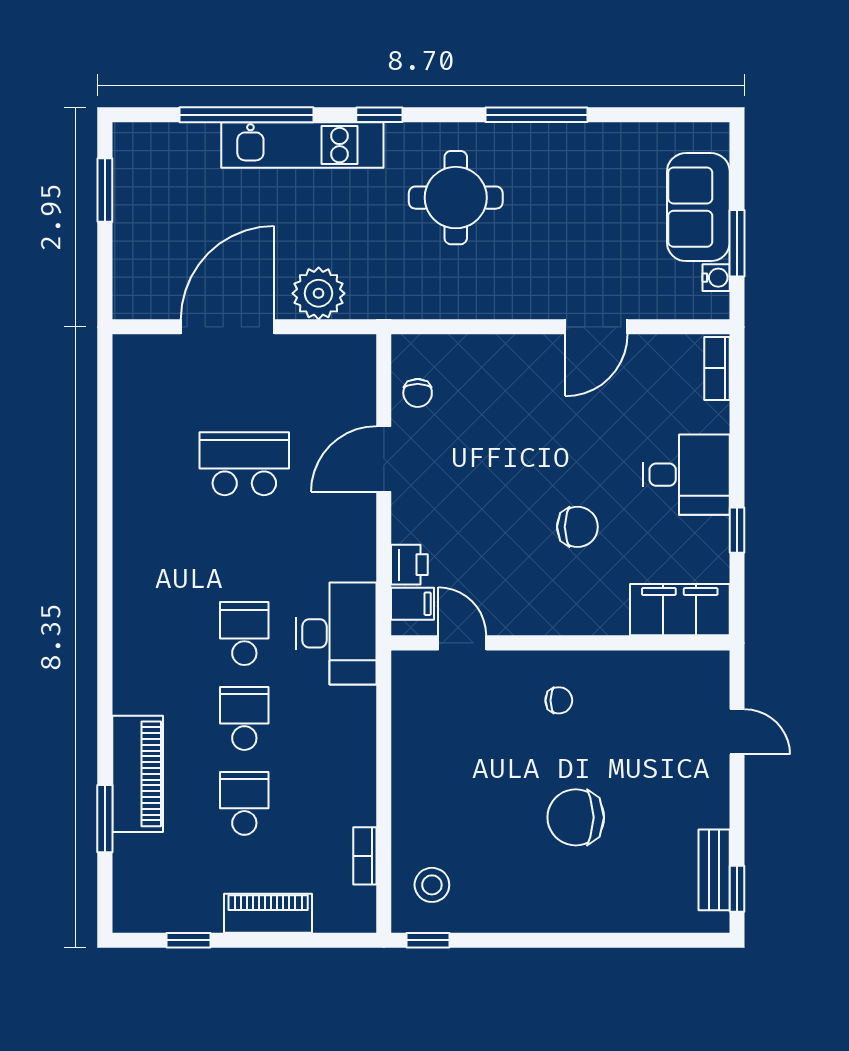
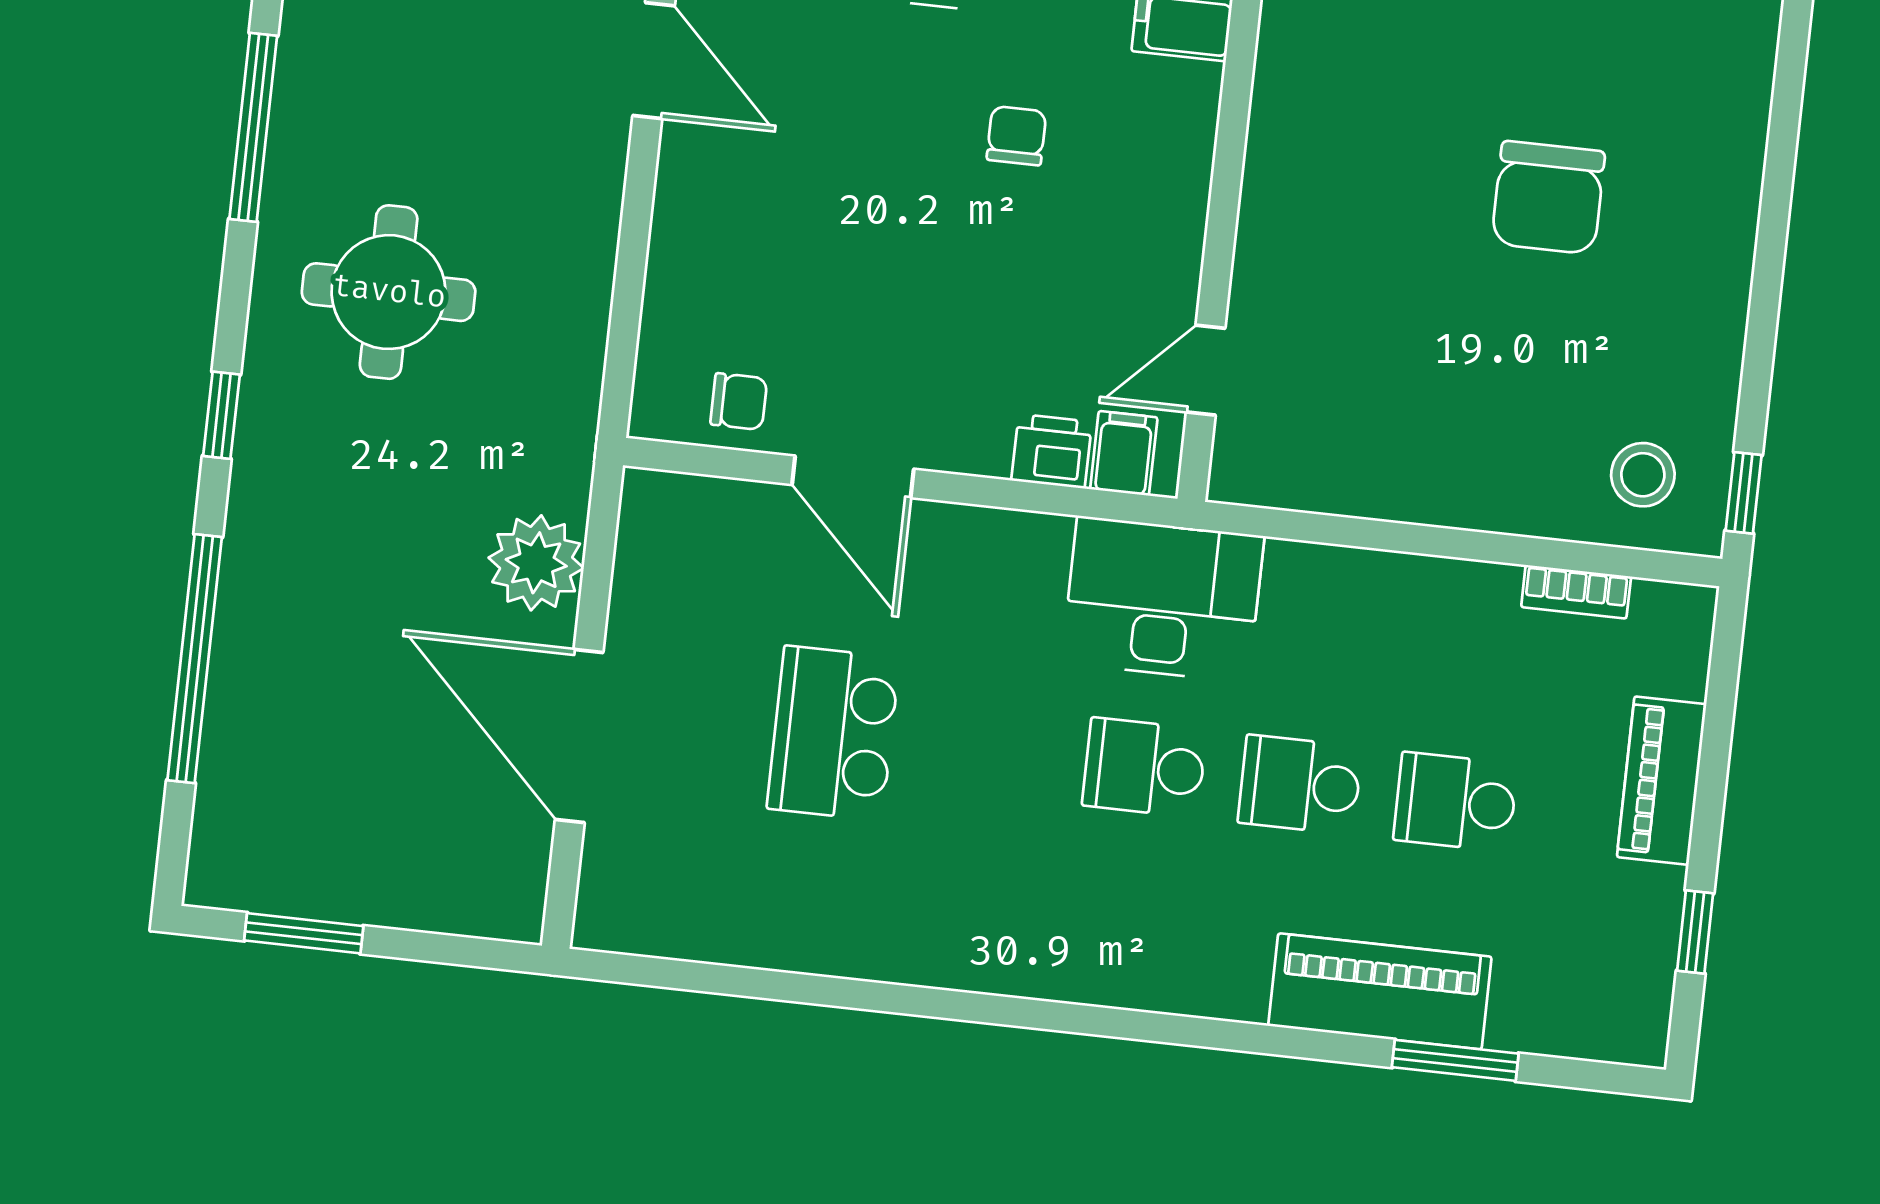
kitchen unit: (302, 145) -> (261, 563), removed
chair: (577, 527) -> (1016, 136), width x0.73, depth x0.73
chair: (559, 700) -> (1330, 205), removed

